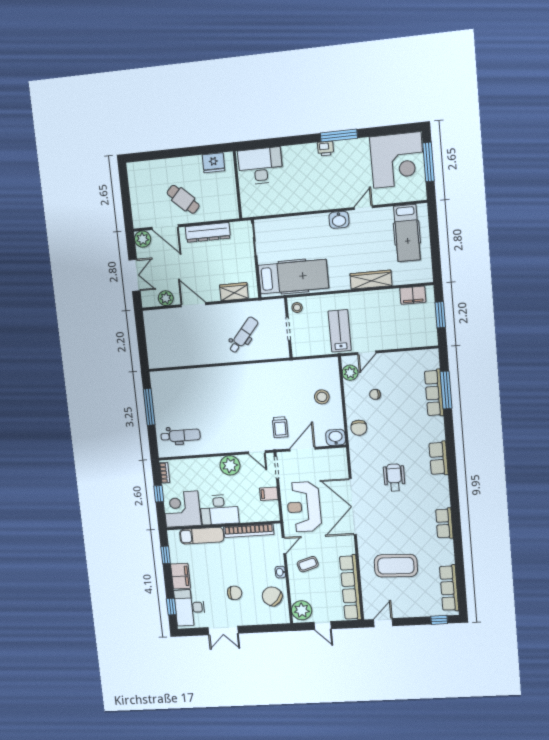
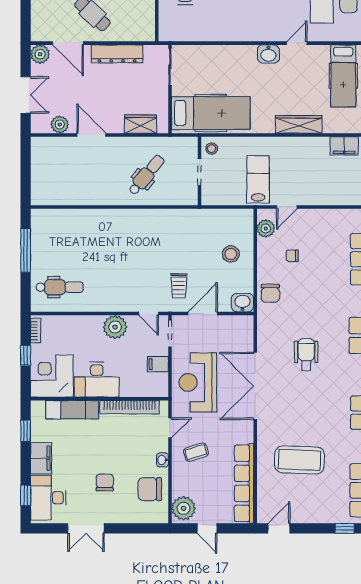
chair: (235, 593) -> (105, 482), turned -90
chair: (272, 596) -> (150, 489), turned -42

